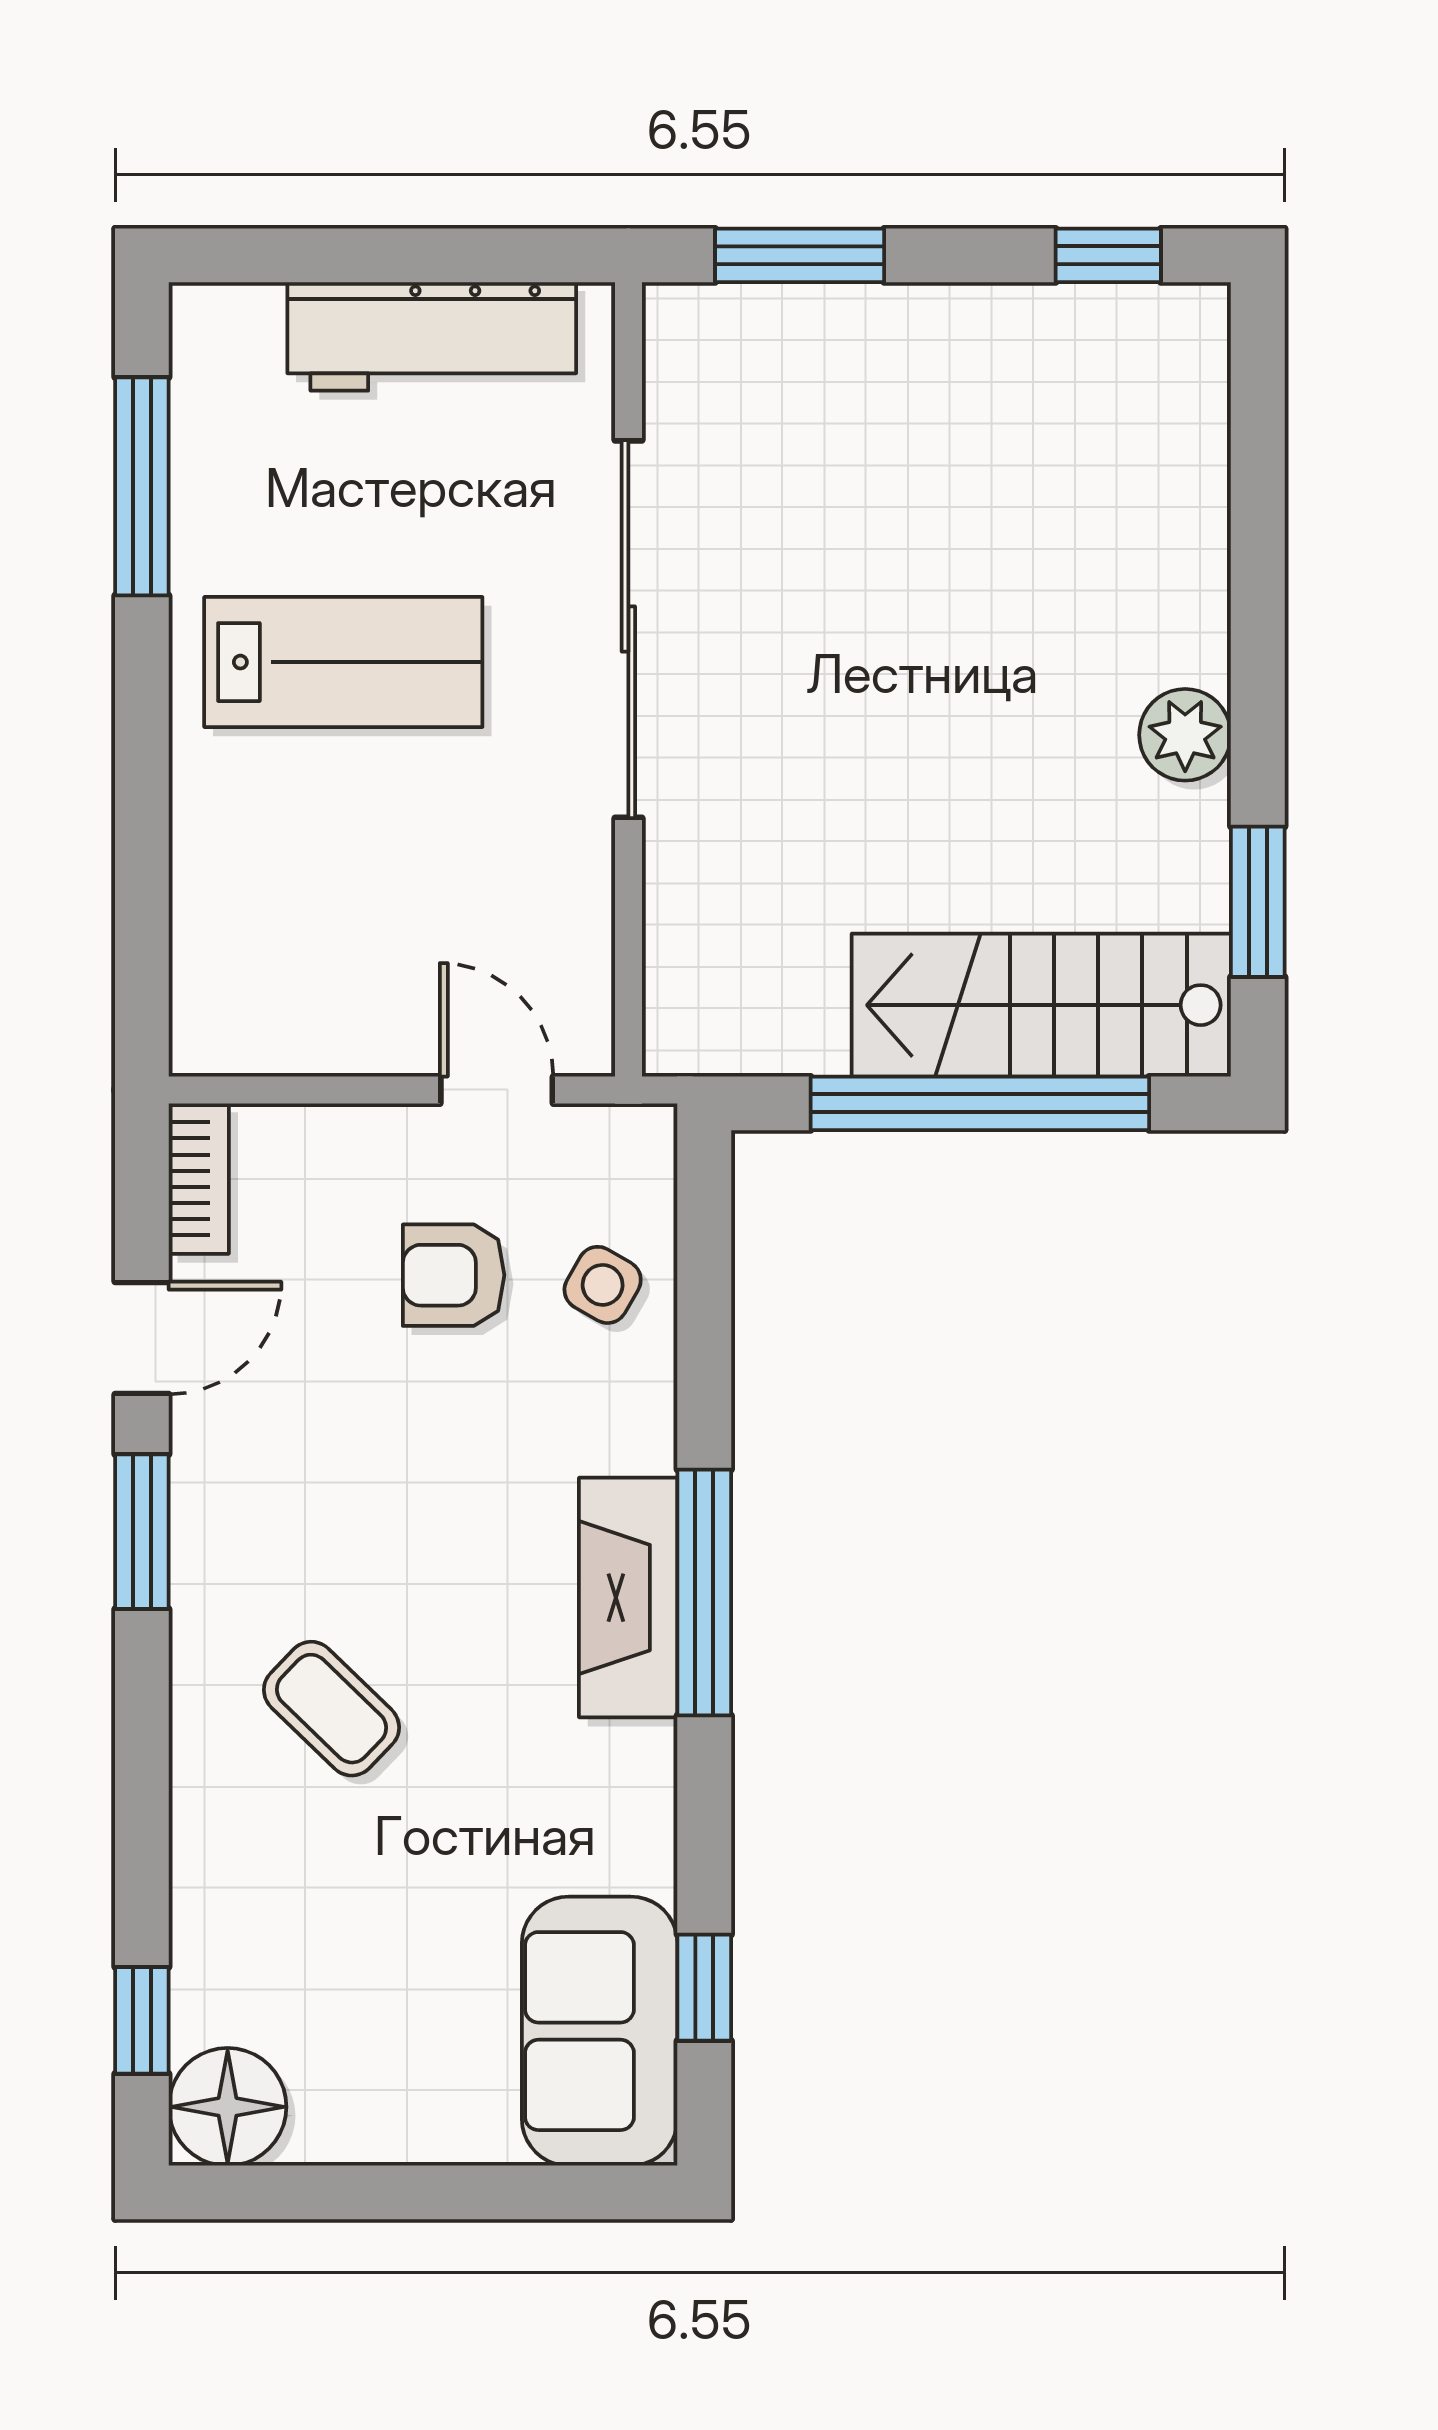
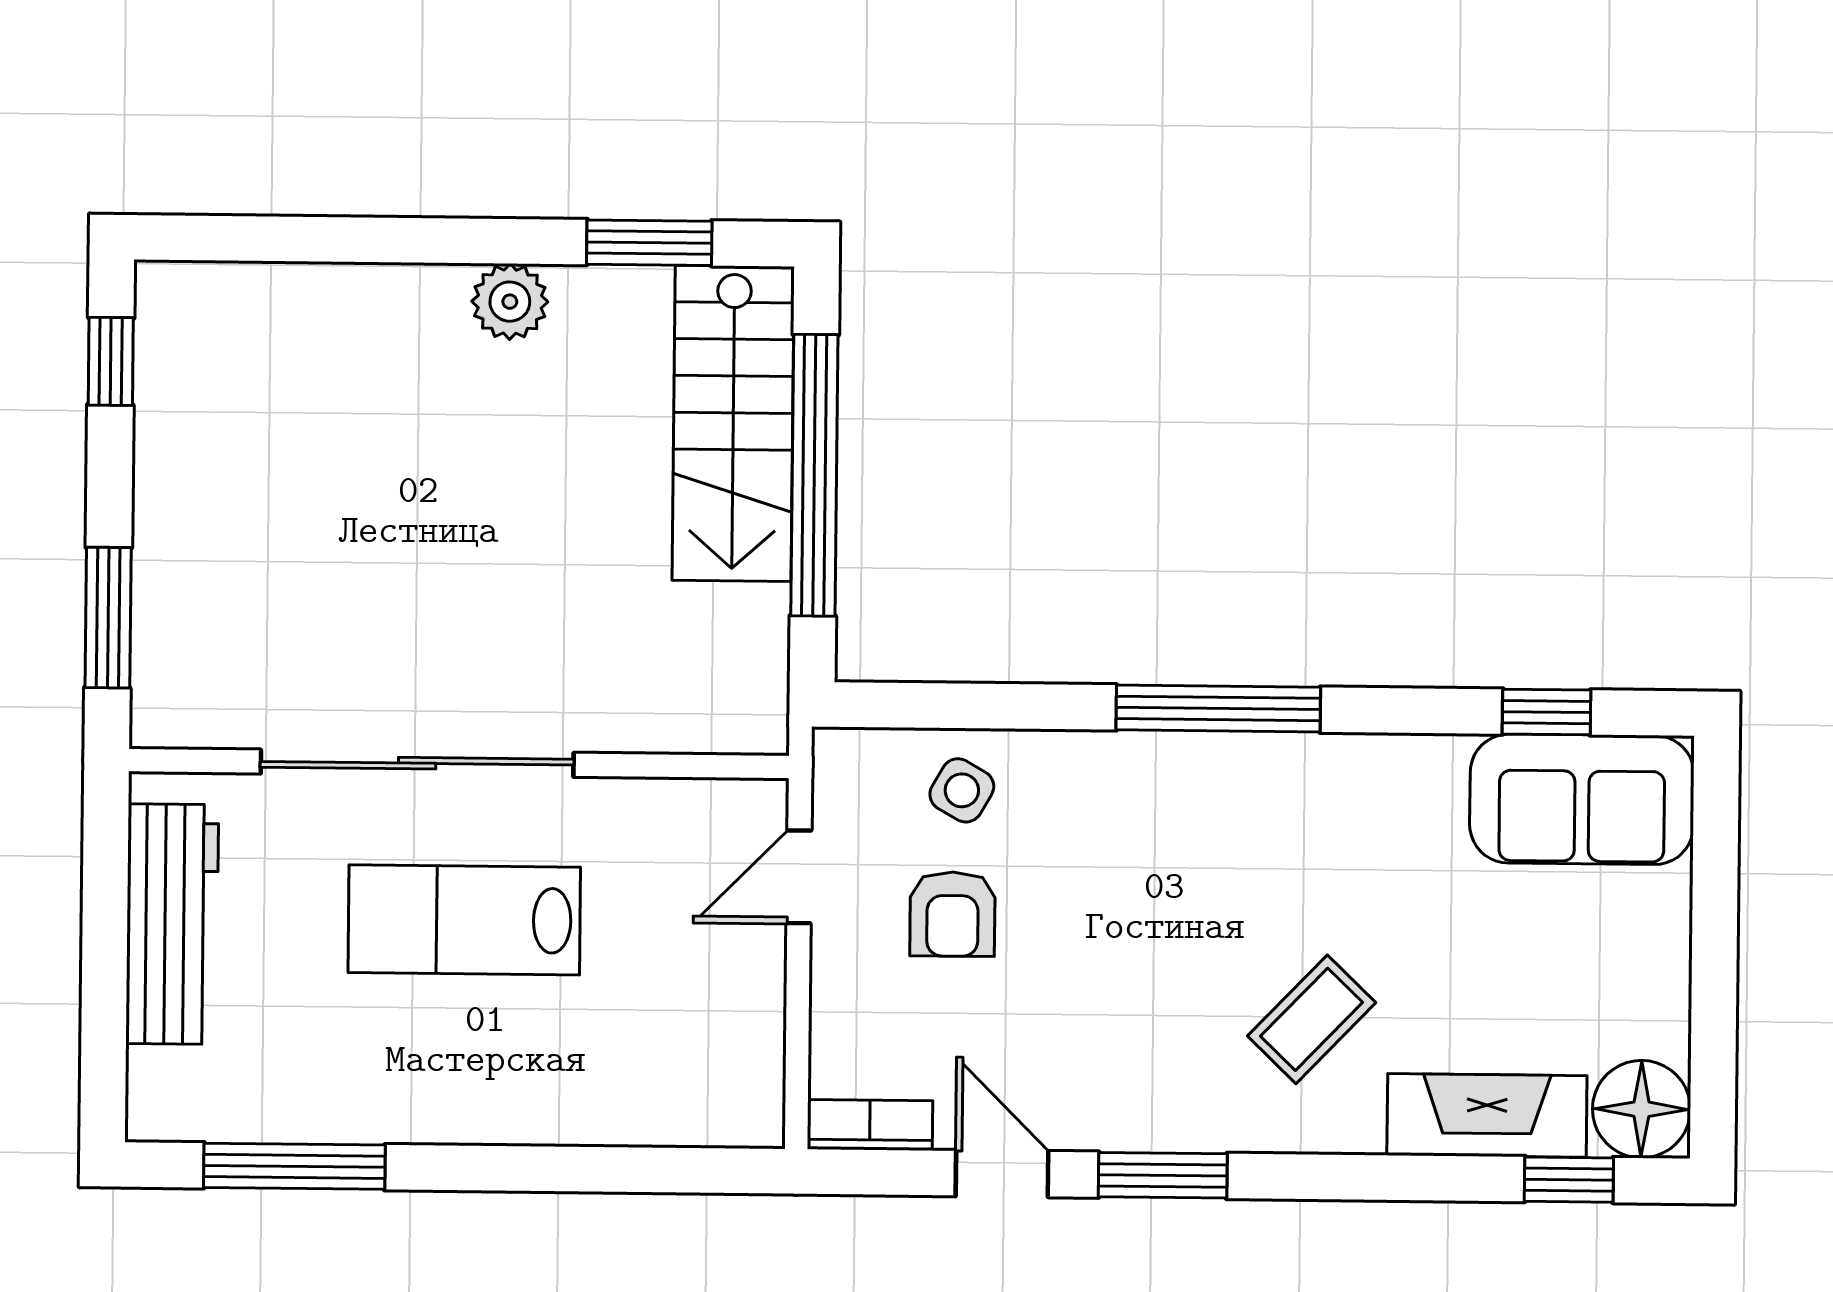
lab bench: (343, 662) -> (464, 920), moved, turned -90
fireplace: (628, 1598) -> (1487, 1115), moved, turned 180

